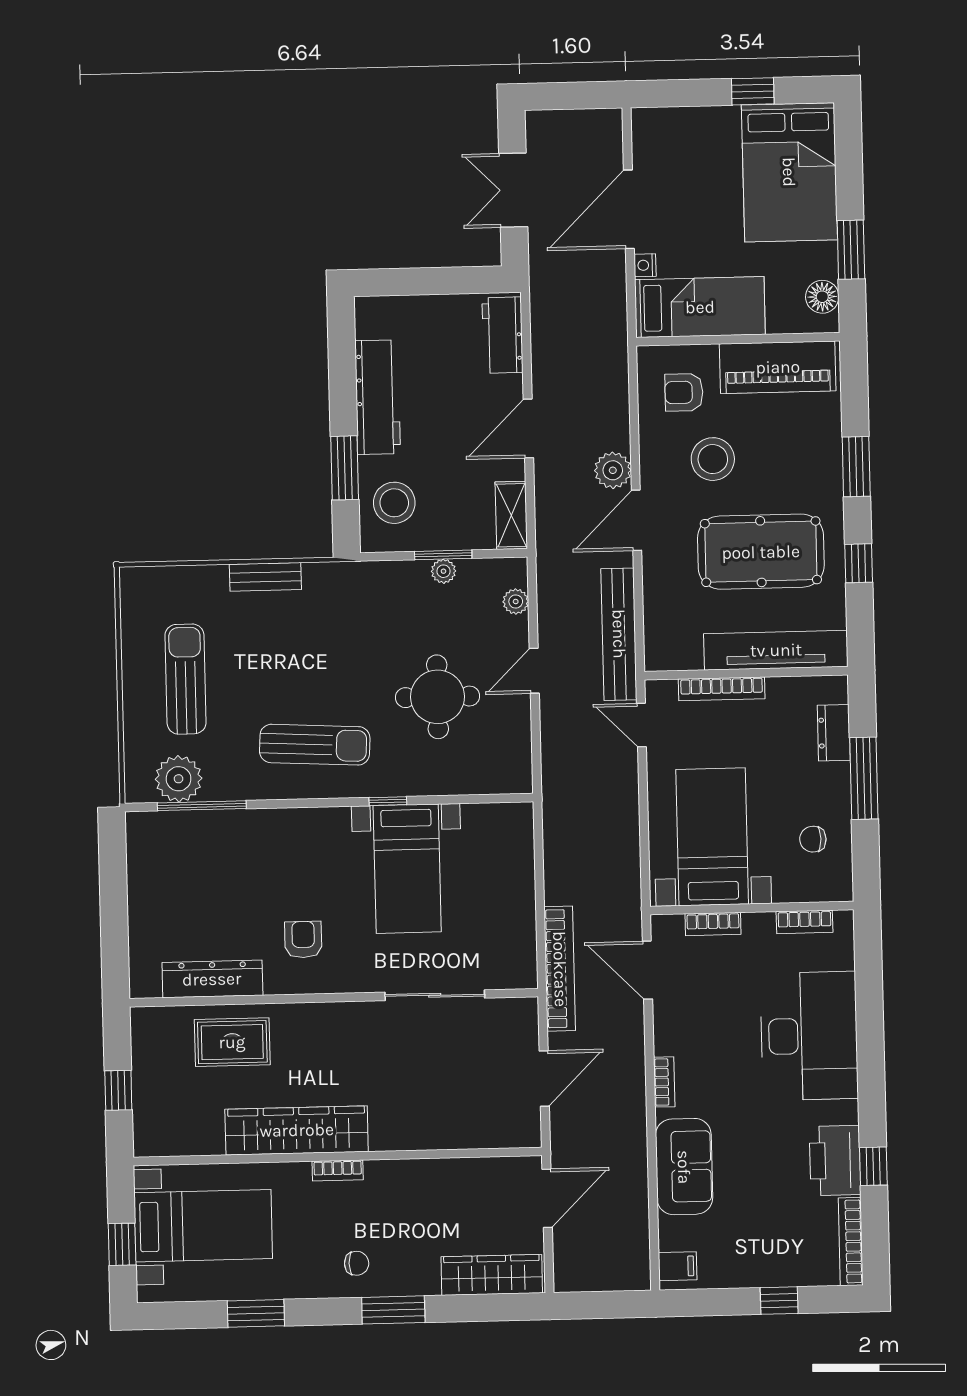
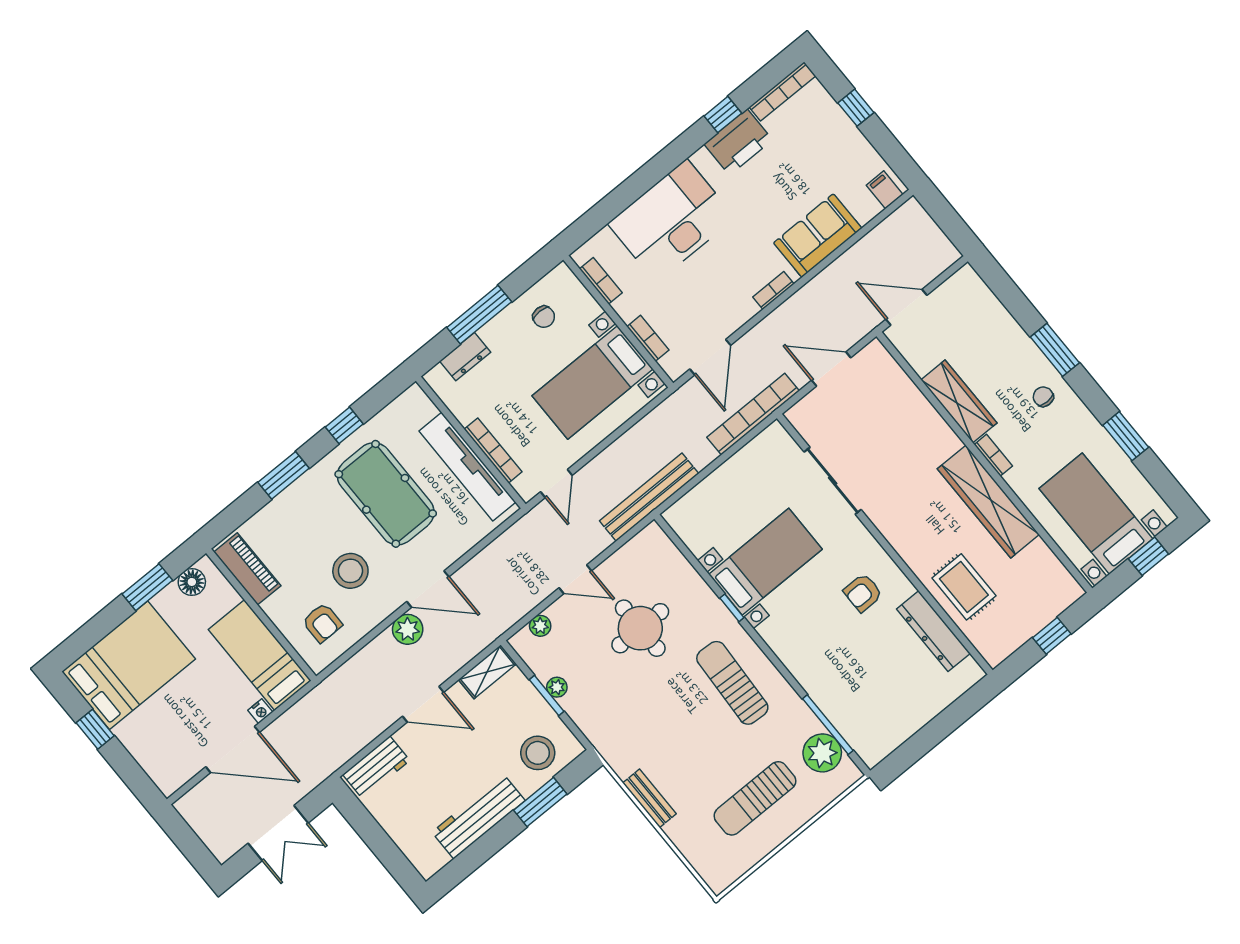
piano: (778, 367) -> (247, 569), width x0.73, depth x0.75
bench: (619, 634) -> (649, 497), moved
tv unit: (776, 650) -> (467, 467), moved
wardrobe: (492, 1275) -> (959, 401), moved, turned 180

